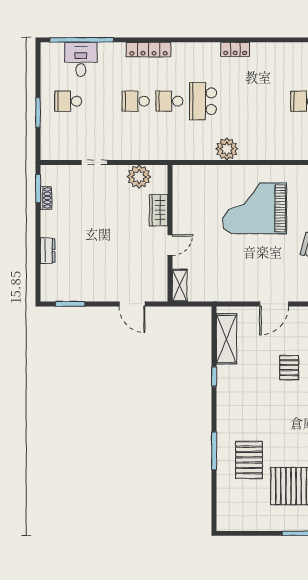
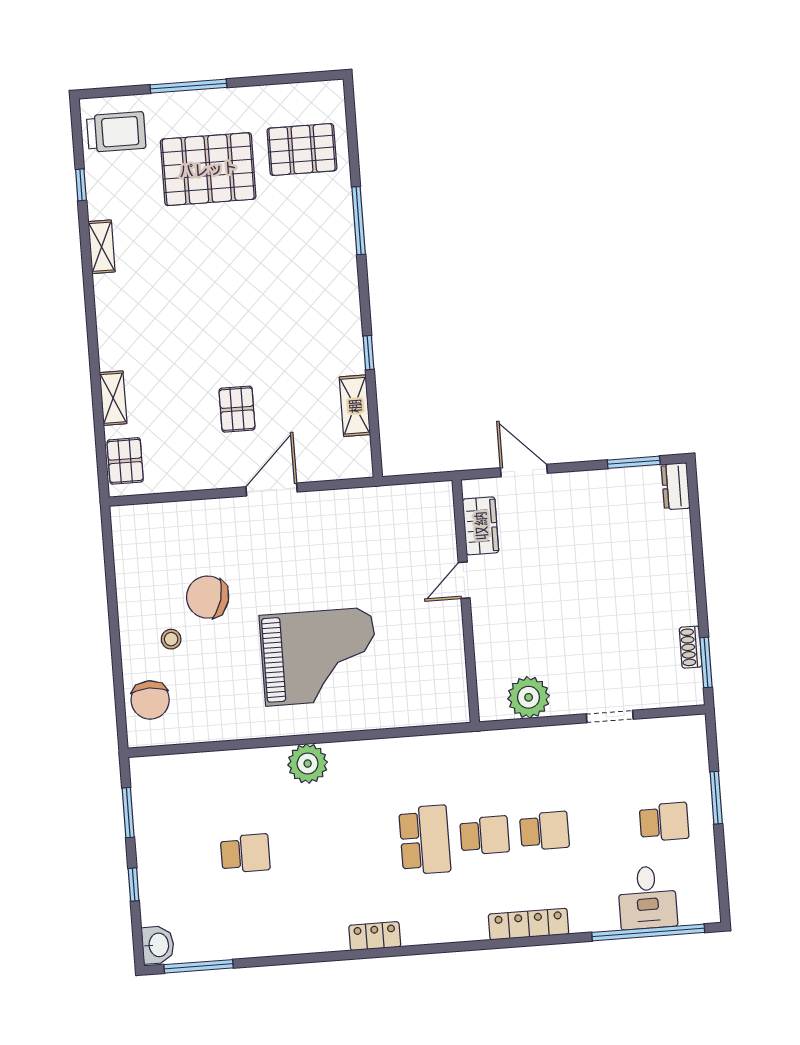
plant: (227, 149) -> (308, 764), moved
wardrobe: (159, 210) -> (481, 526), moved
dresser: (48, 251) -> (676, 486), moved
shelving: (180, 285) -> (442, 510), removed
shelving: (226, 339) -> (355, 406), width x0.67, depth x0.75
pallet: (289, 368) -> (237, 409), moved
pallet: (249, 460) -> (302, 149), moved, turned 90

